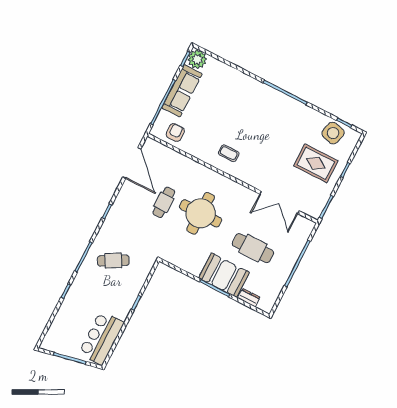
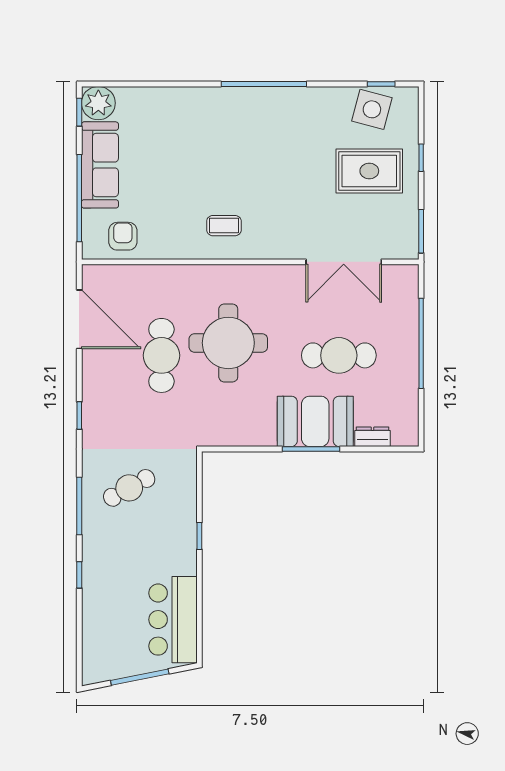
cafe table: (164, 202) -> (161, 355), width x1.37, depth x1.35

